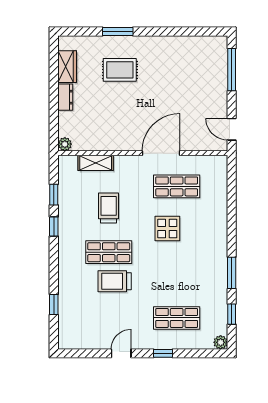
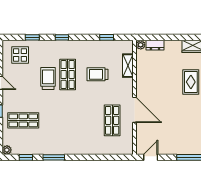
dresser: (65, 97) -> (155, 45), moved
trolley: (109, 208) -> (97, 74), turned 180
window: (54, 227) -> (62, 37), moved
display table: (167, 228) -> (20, 55), moved
shop shelf: (177, 318) -> (23, 120), turned 90

